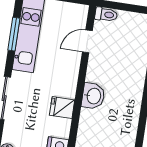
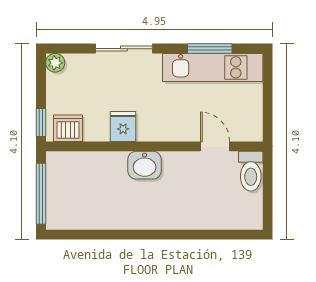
toilet: (106, 15) -> (251, 171), width x1.37, depth x1.39

